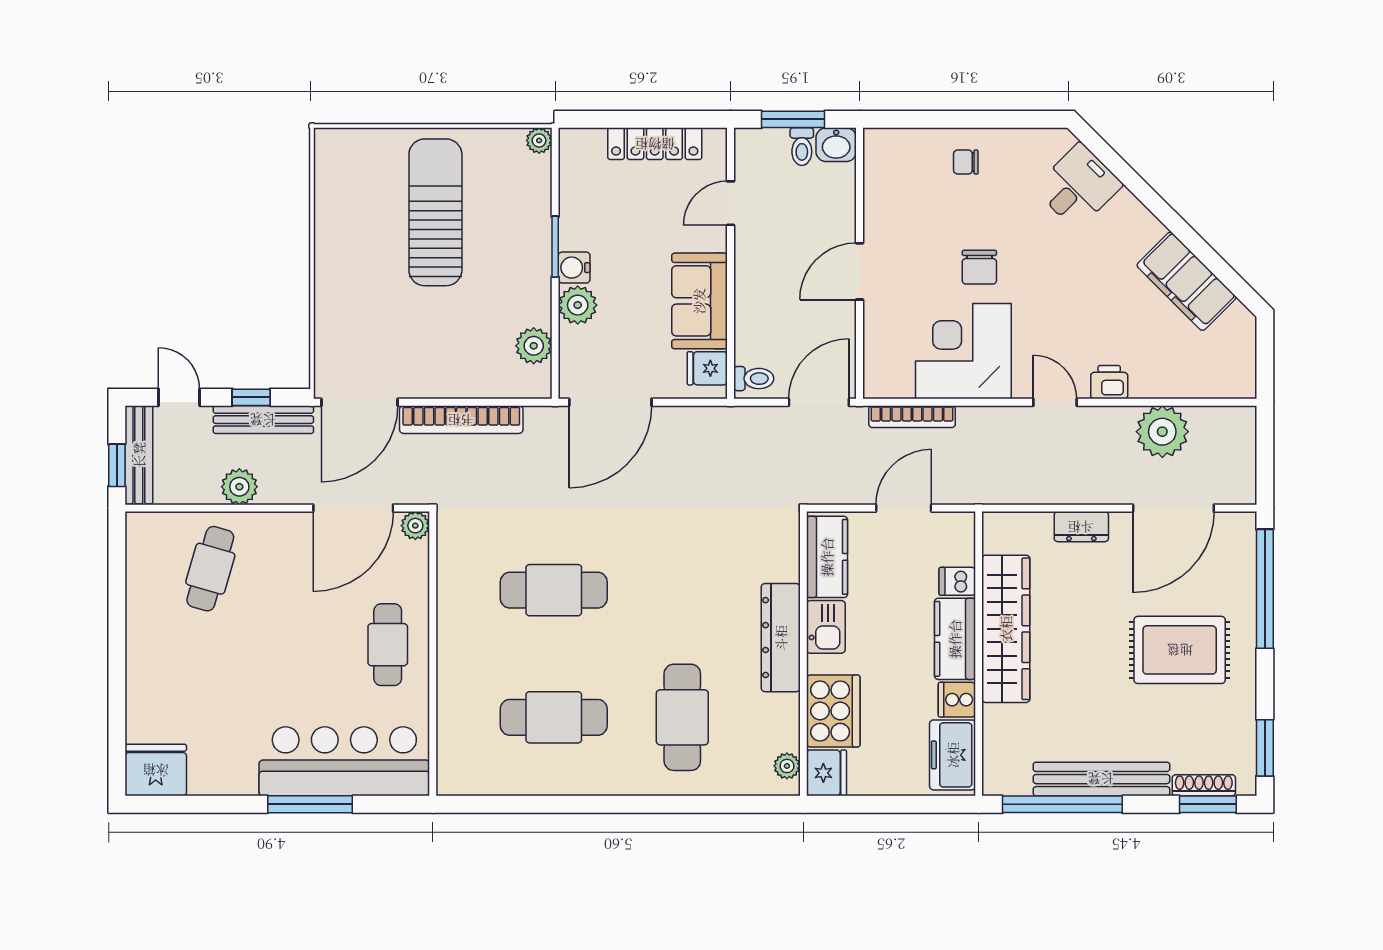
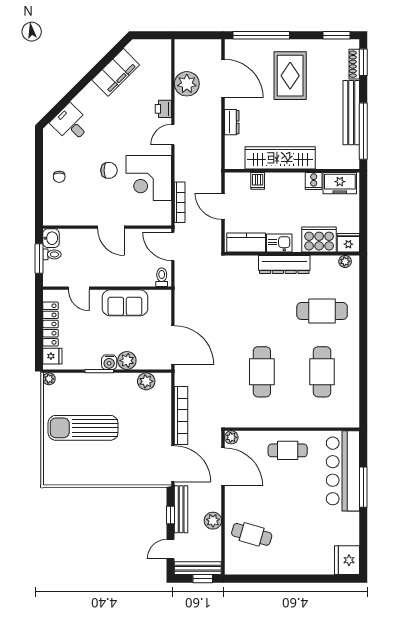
fridge: (707, 368) -> (52, 356), moved, turned -90
kitchen counter: (955, 639) -> (285, 182), removed

